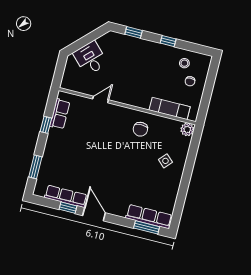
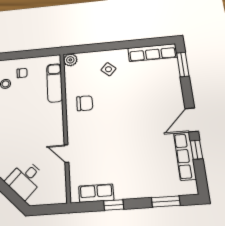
row of seats: (149, 217) -> (152, 53), moved, turned -90

